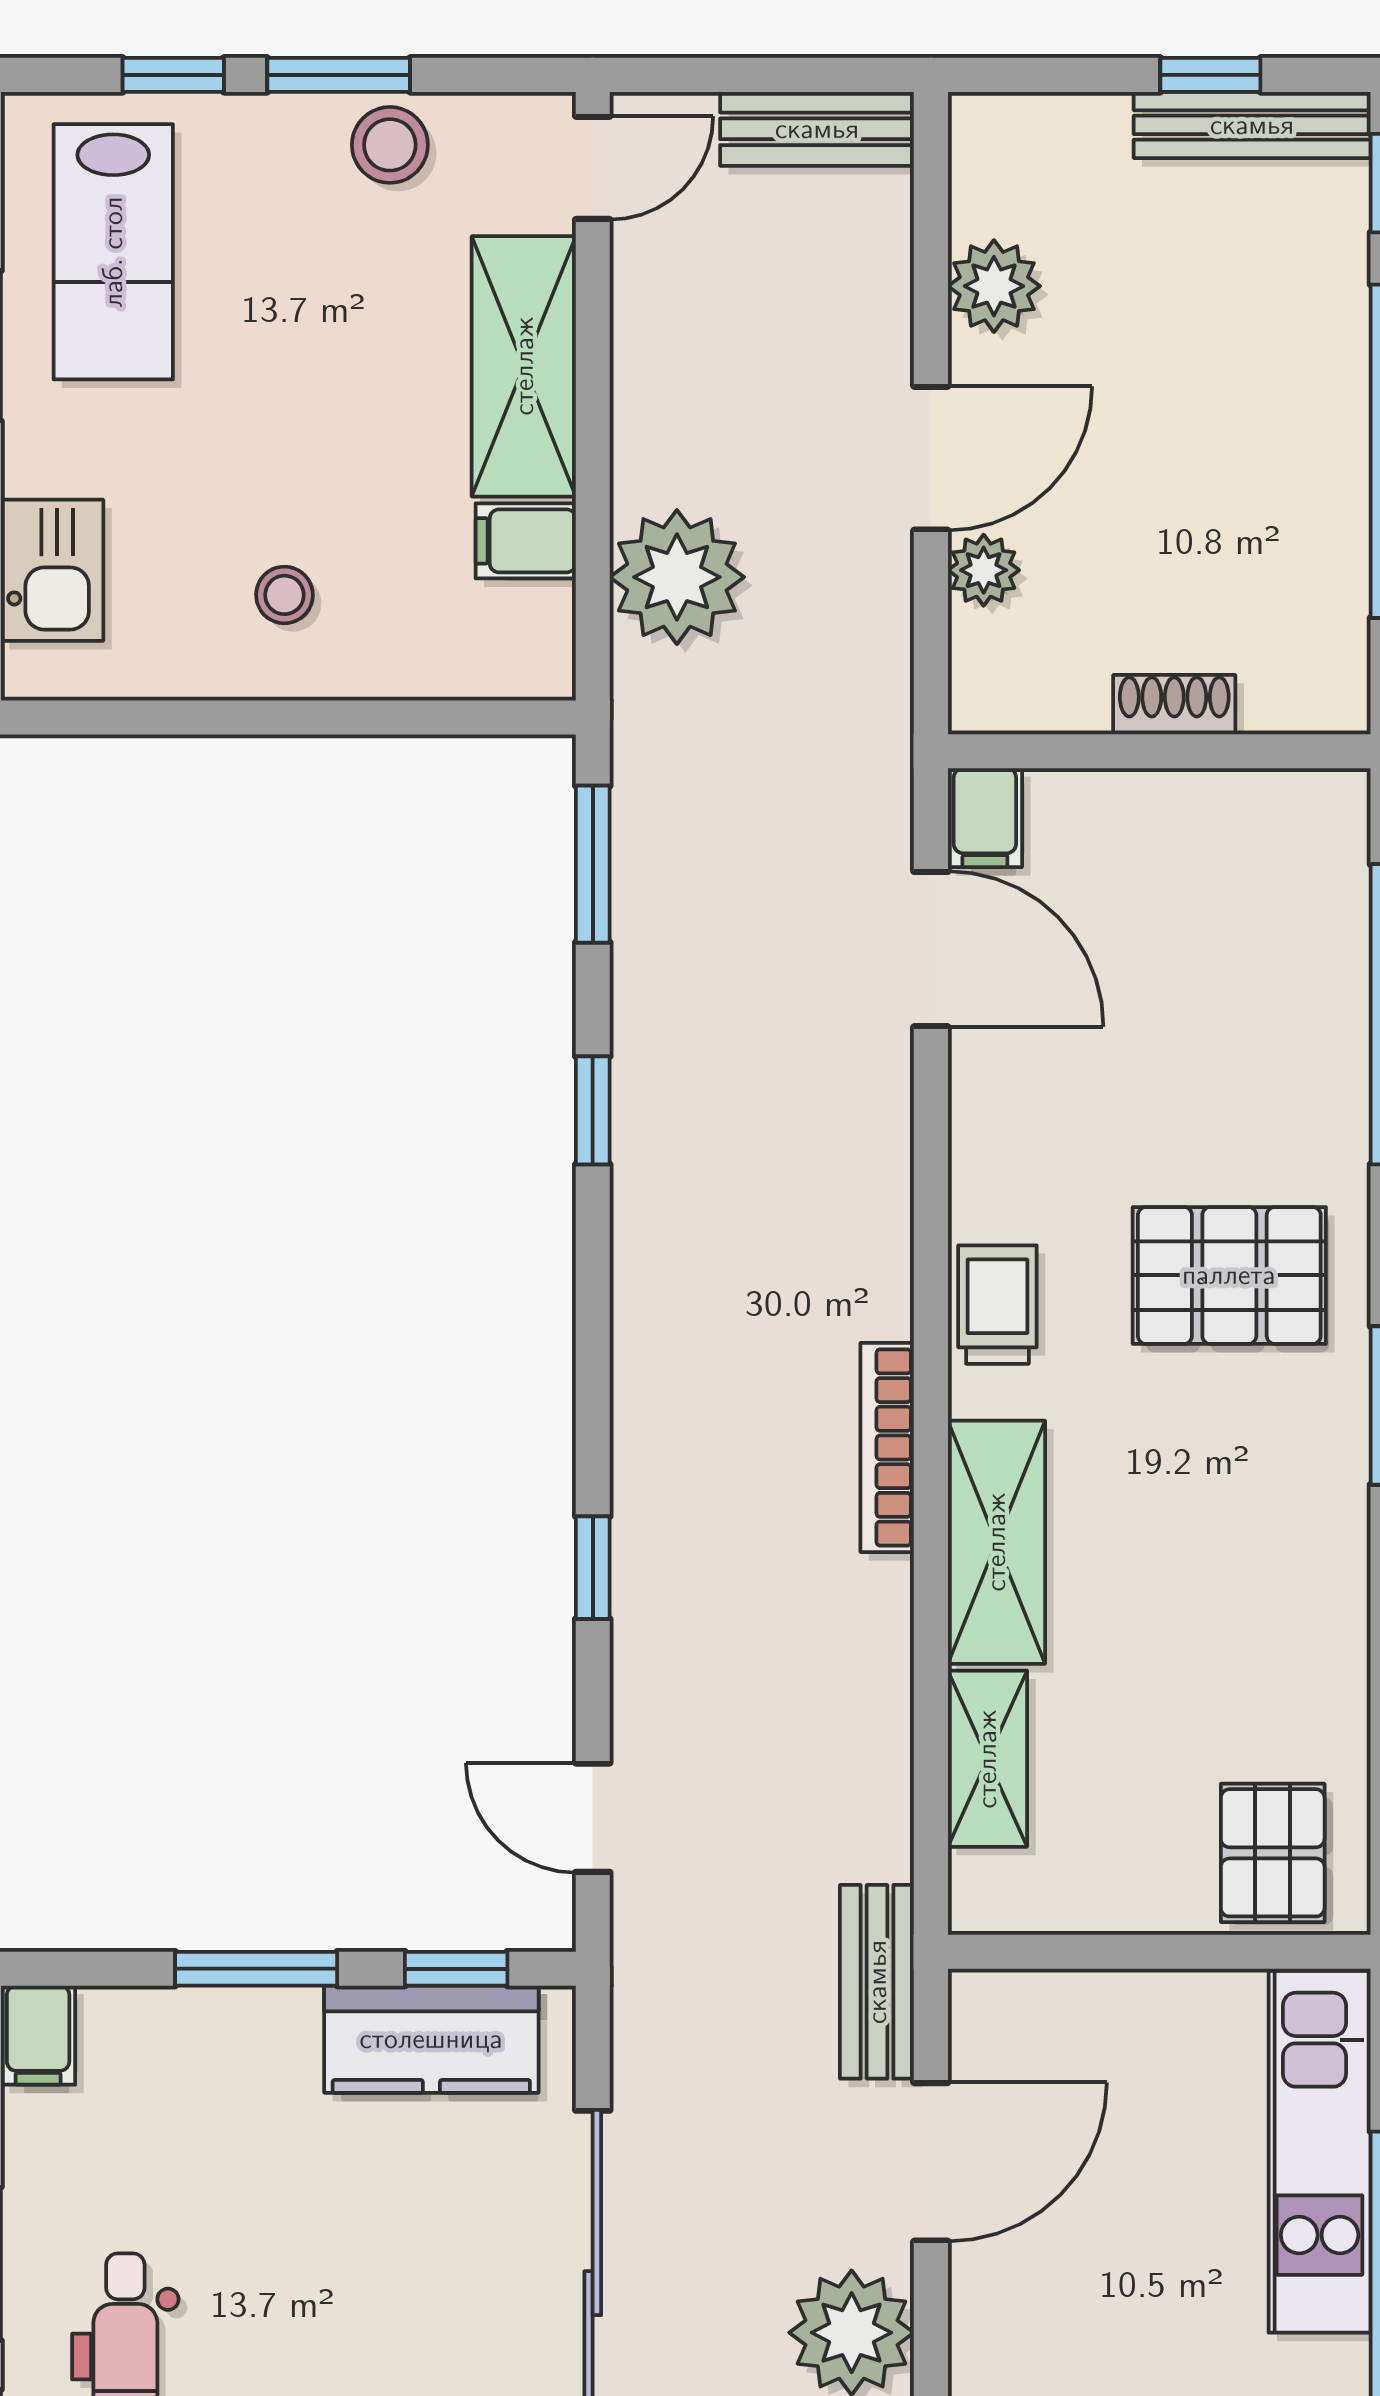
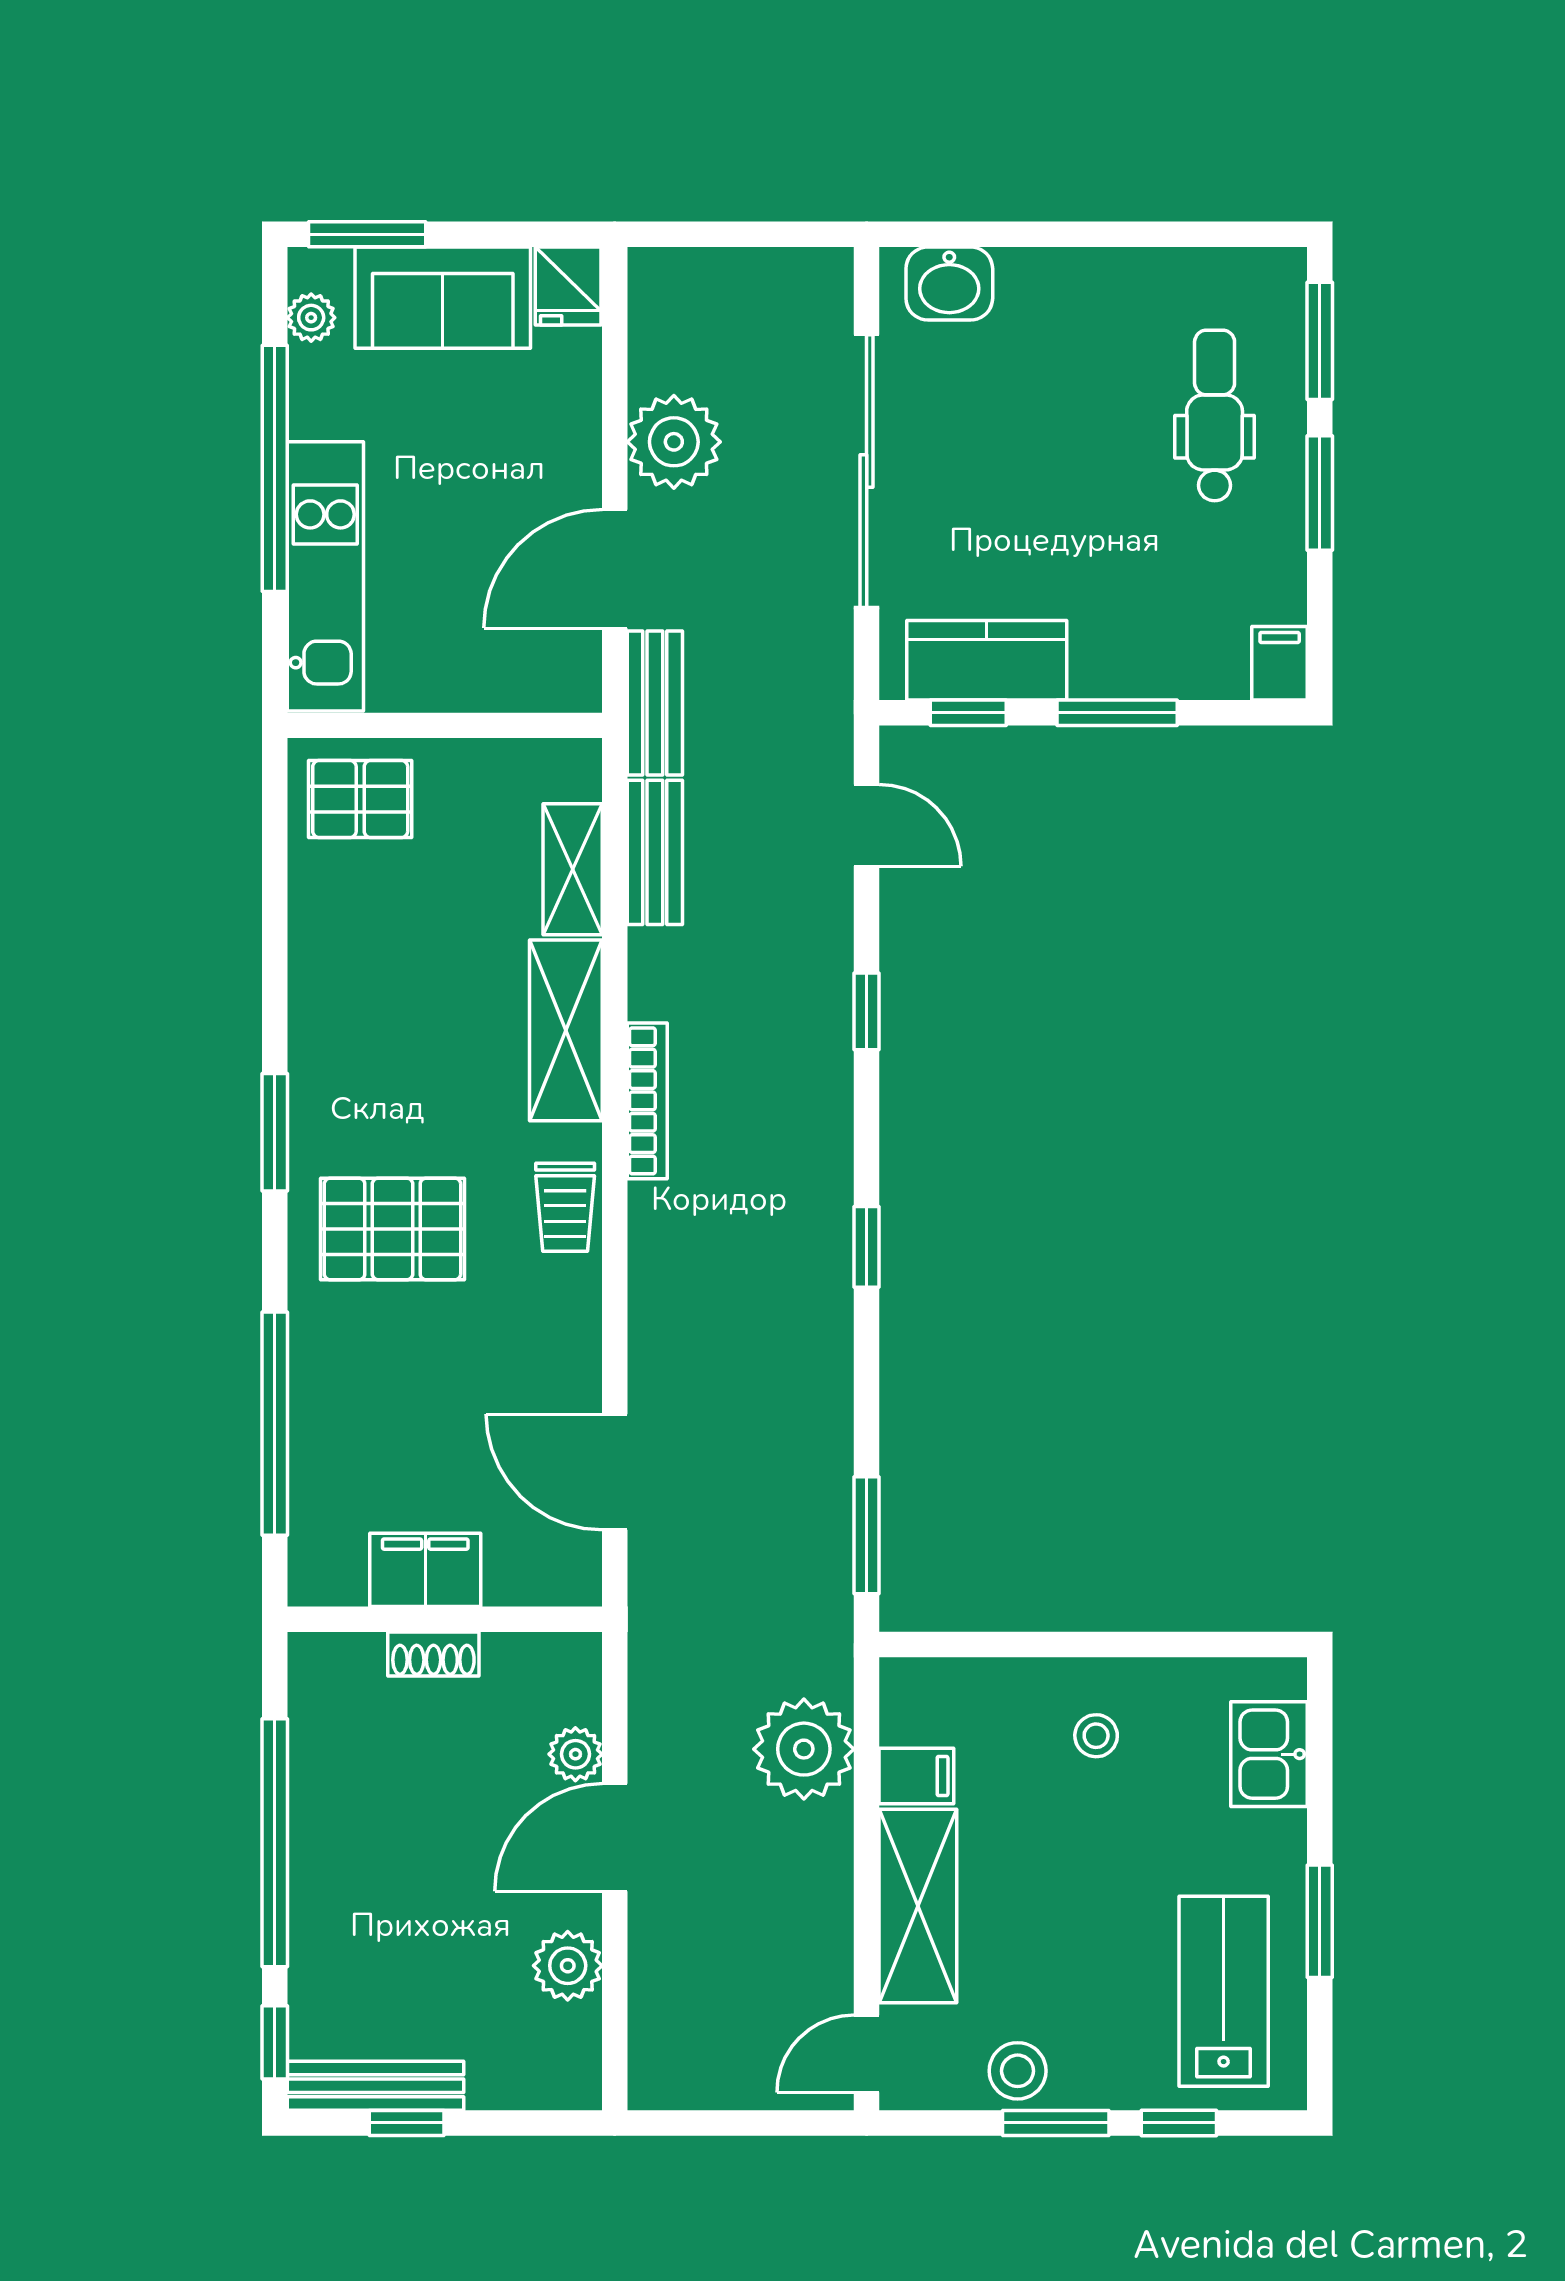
bench: (817, 129) -> (655, 852), moved, turned 90
filing cabinet: (985, 818) -> (425, 1570), moved, width x2.00
window: (593, 1110) -> (867, 1247), moved
pallet: (1273, 1853) -> (360, 799), turned 90

